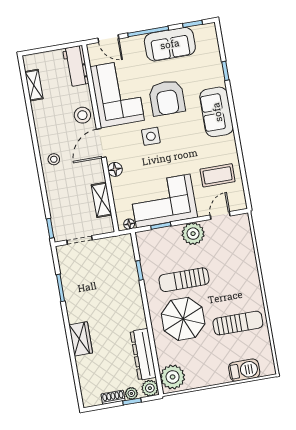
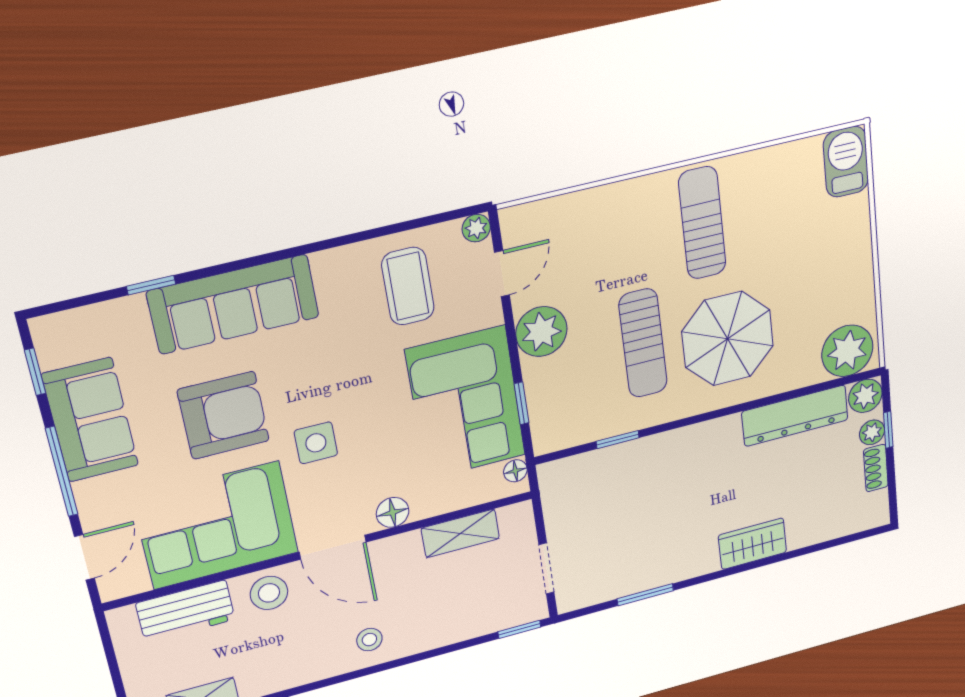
workbench: (76, 66) -> (186, 611), moved
sofa: (217, 112) -> (233, 304), width x1.36
plant: (241, 204) -> (476, 228), added
door: (220, 215) -> (502, 274), swing flipped
sun lounger: (238, 323) -> (702, 223), moved
barbecue: (244, 370) -> (846, 162), moved

